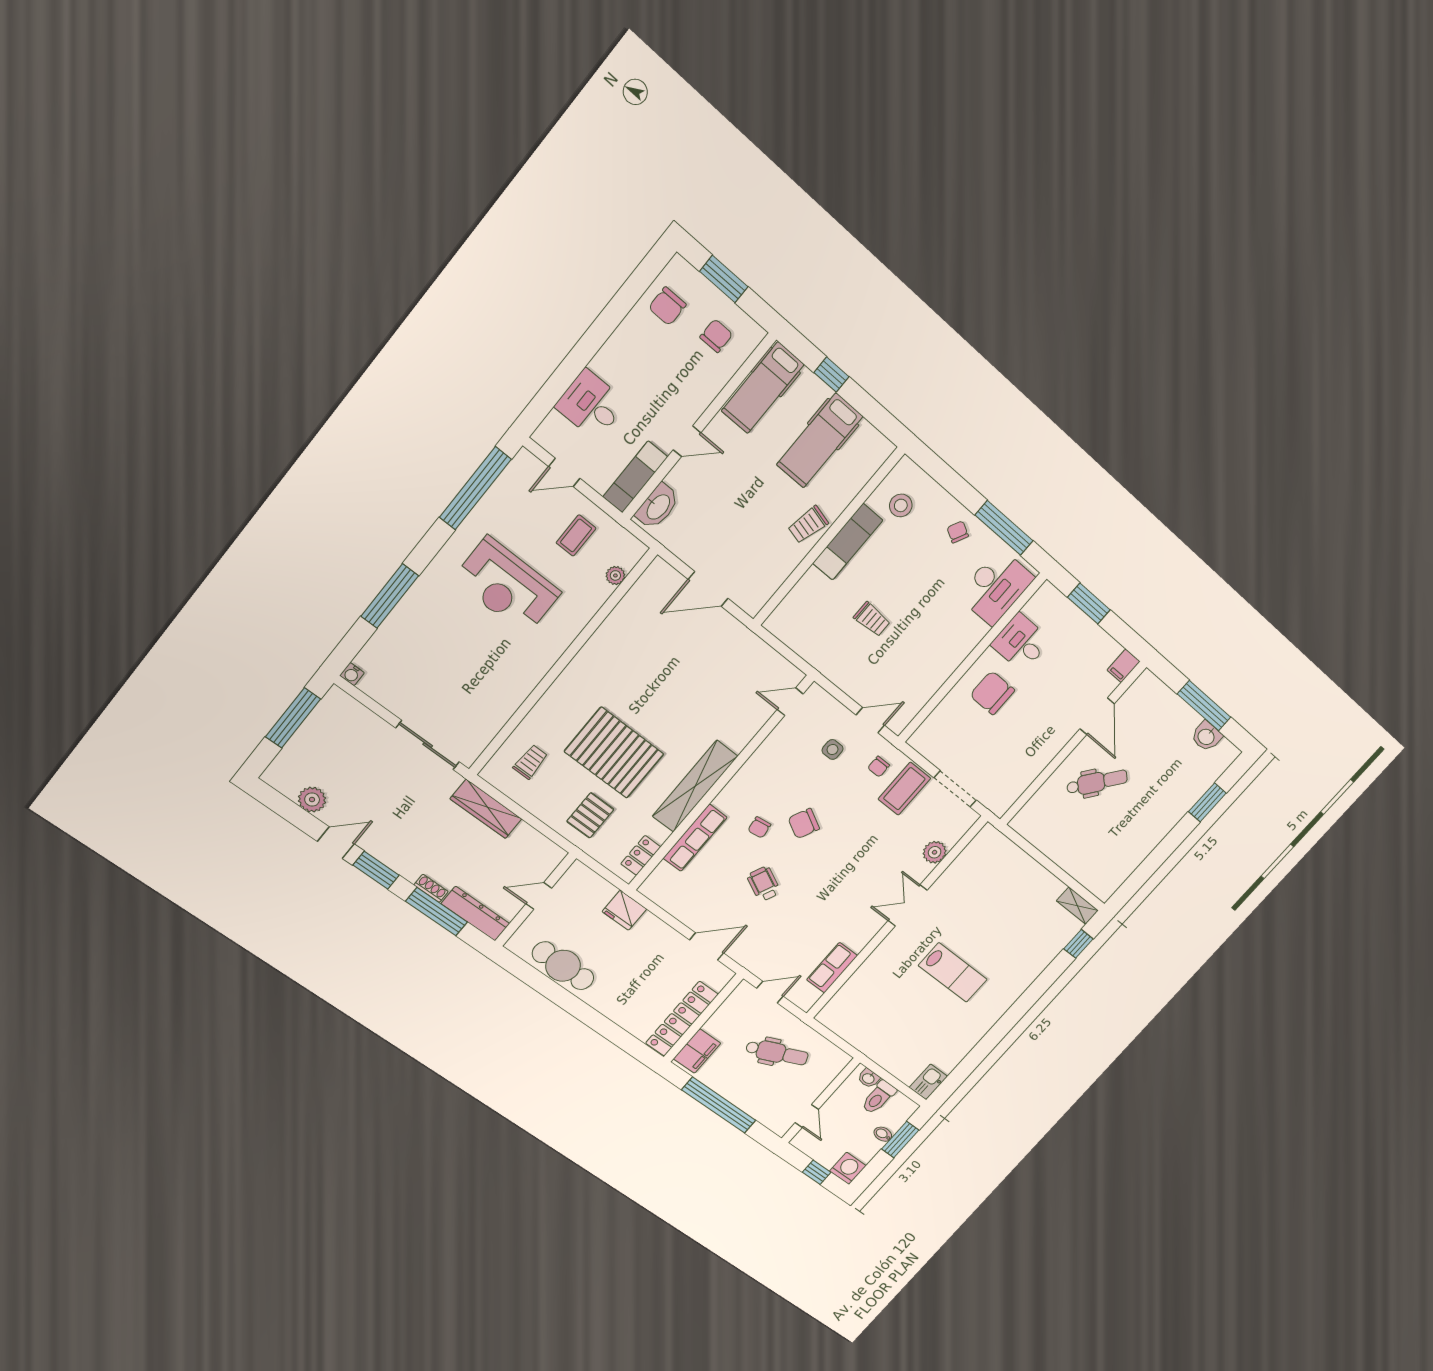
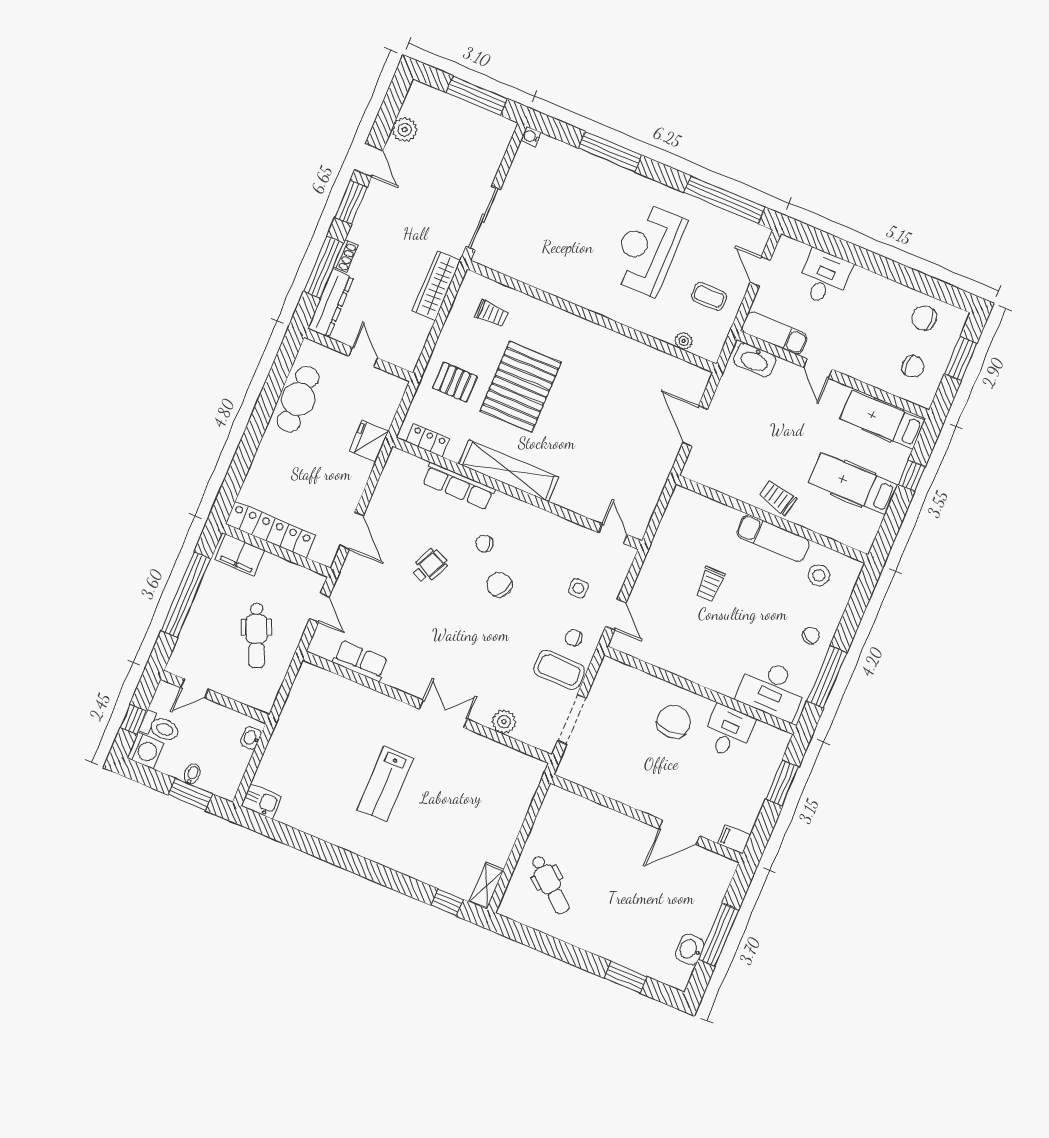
dental chair: (1097, 782) -> (550, 885), moved
toilet: (879, 1097) -> (160, 727), moved, turned 180

